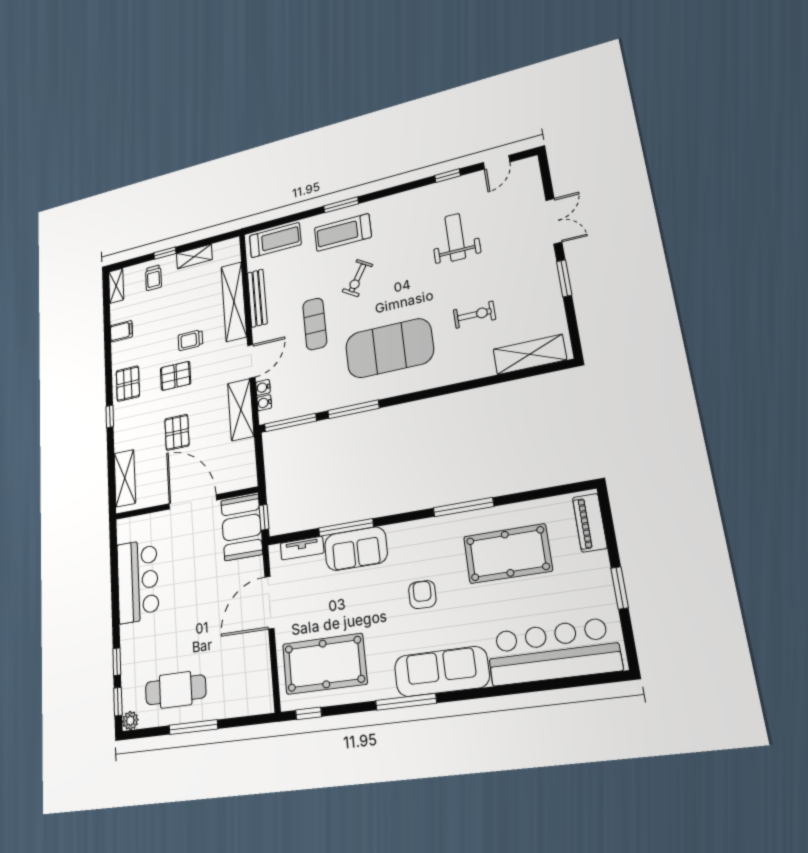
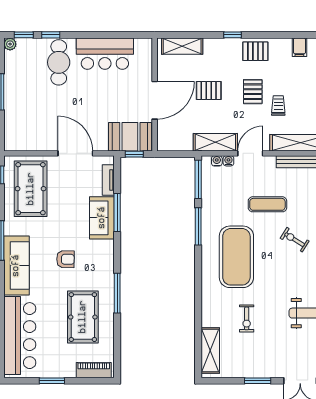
door: (251, 361) -> (250, 153), swing flipped
cafe table: (176, 690) -> (59, 62), moved

